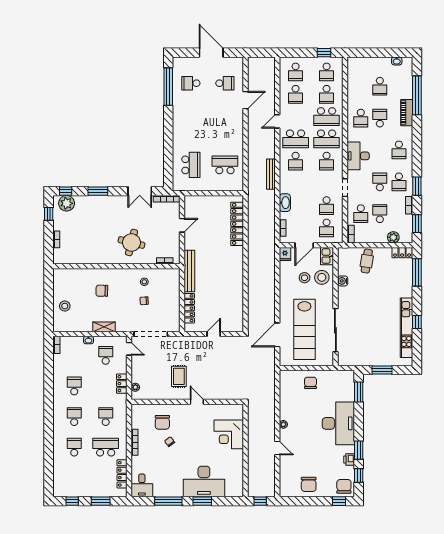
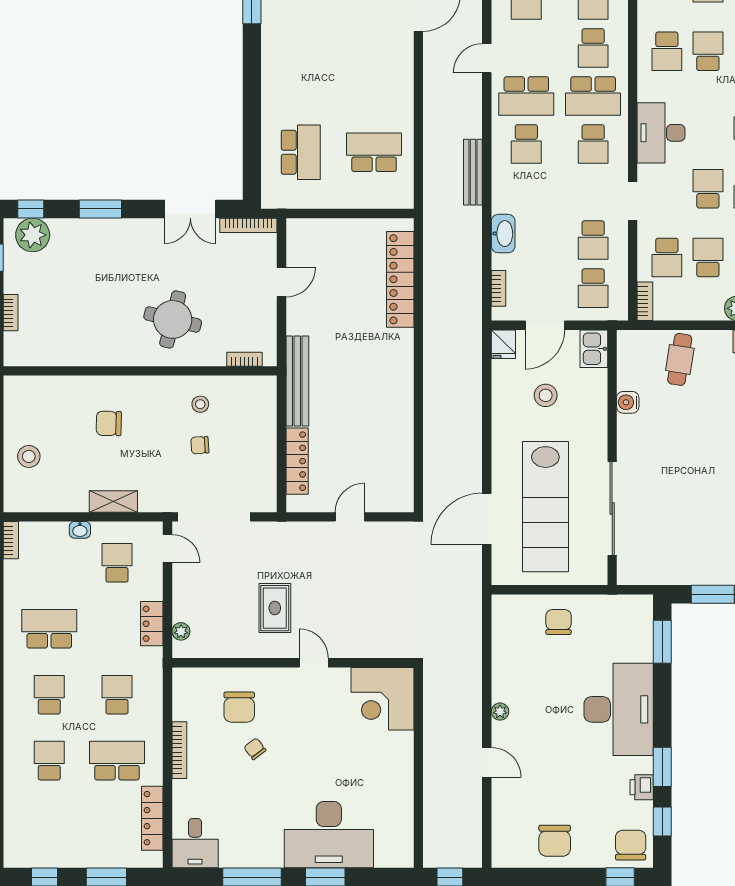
school desk: (327, 117) -> (593, 48), width x0.54
stool: (322, 277) -> (583, 395), removed
school desk: (74, 386) -> (49, 629), width x1.85
corner desk: (229, 434) -> (382, 699), moved

